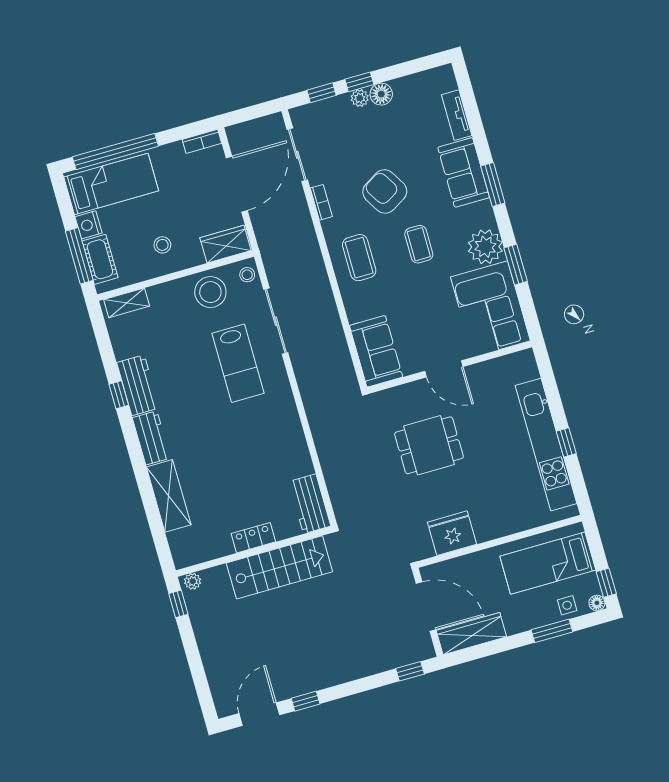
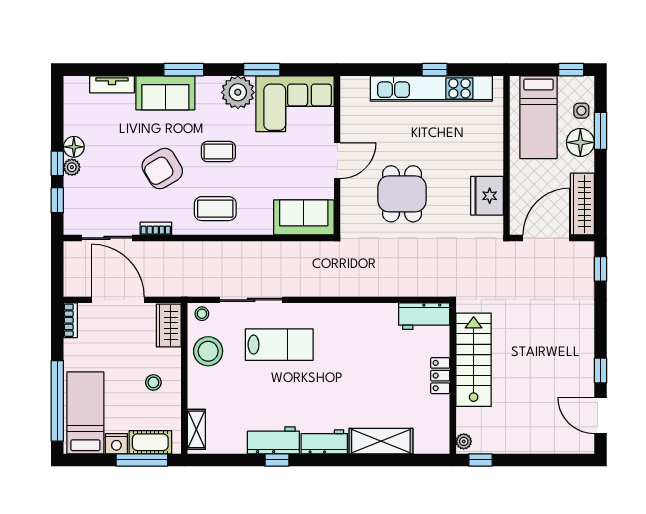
floor lamp: (597, 603) -> (580, 142), moved, width x1.89, depth x1.89

